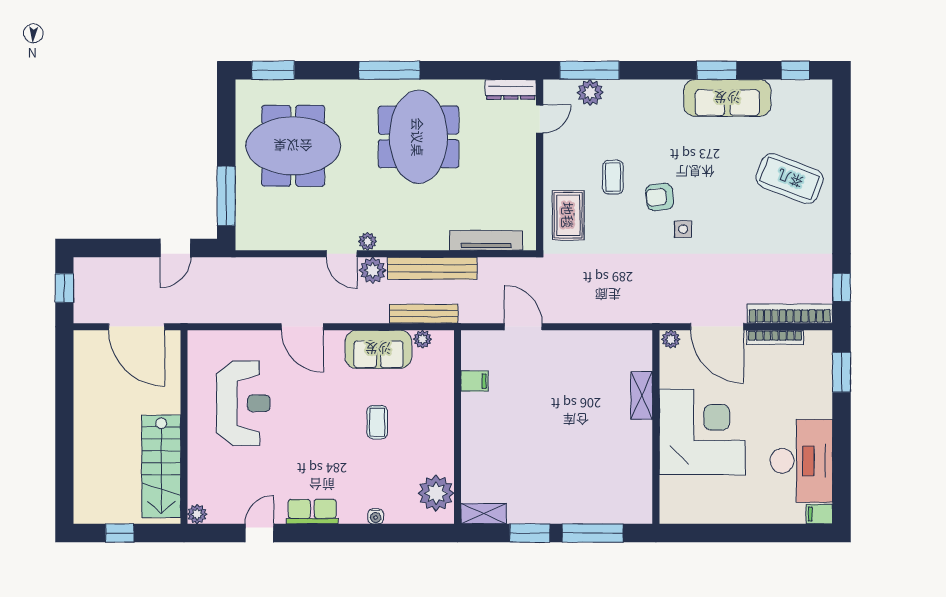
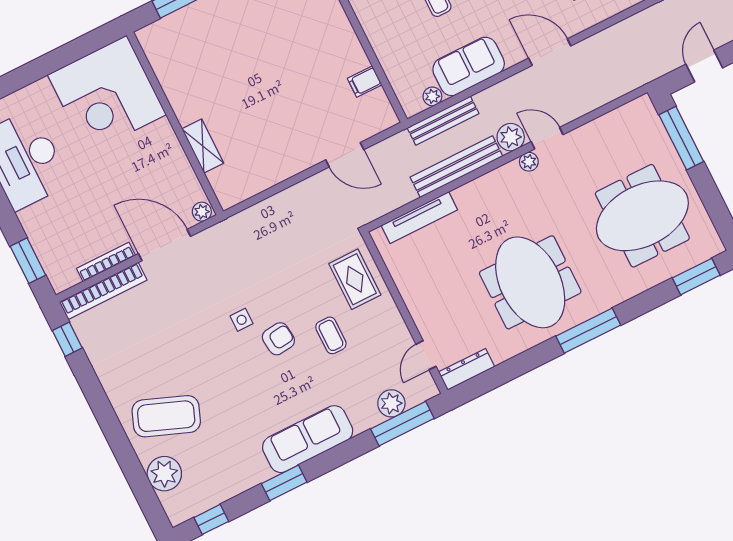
sofa: (727, 98) -> (308, 439), moved
plant: (816, 130) -> (164, 474), added
corner desk: (702, 432) -> (107, 95), moved

